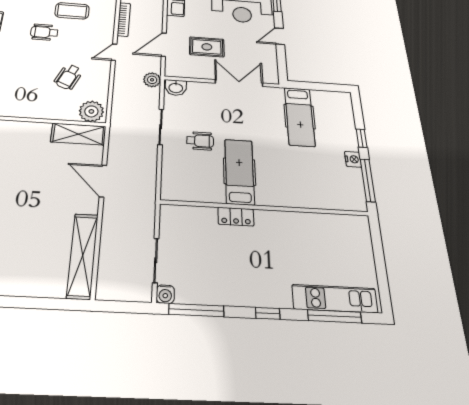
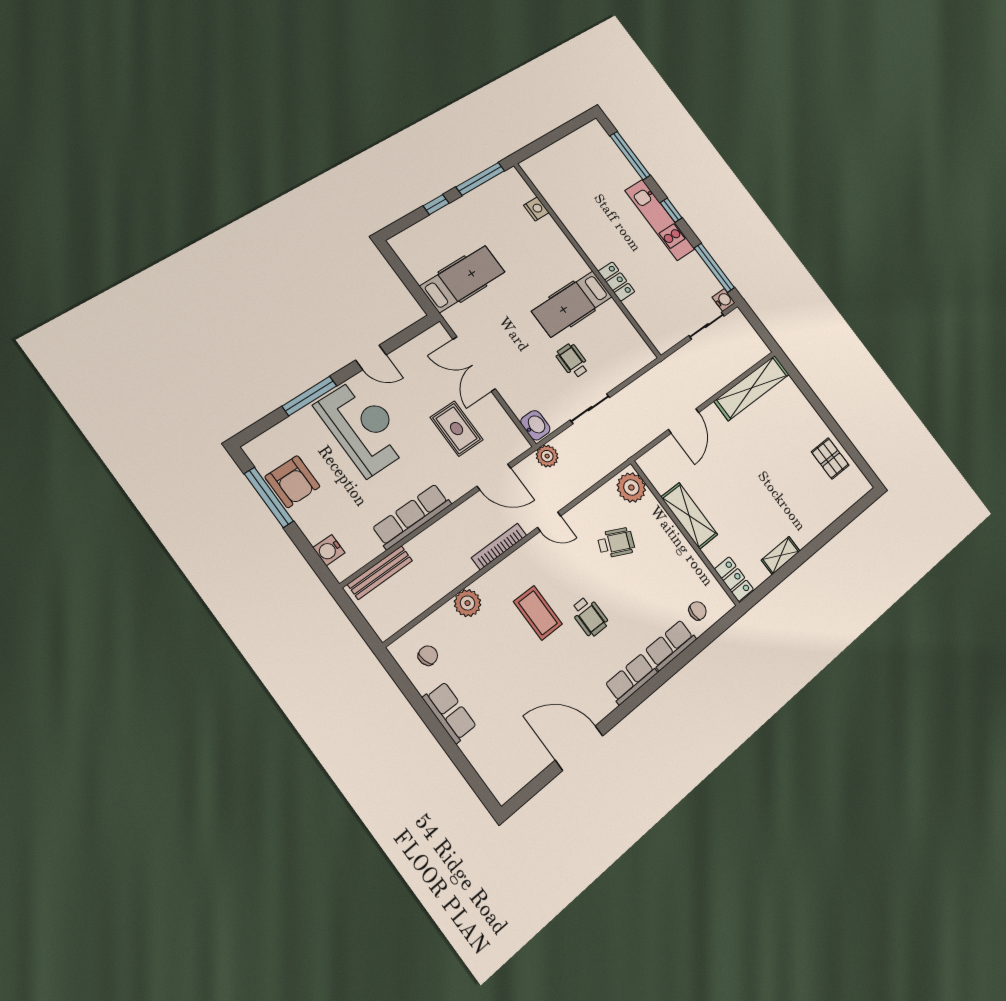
shelving: (78, 134) -> (689, 516), moved
nightstand: (353, 159) -> (536, 209), moved, turned 90
kitchen unit: (335, 299) -> (660, 220), moved

